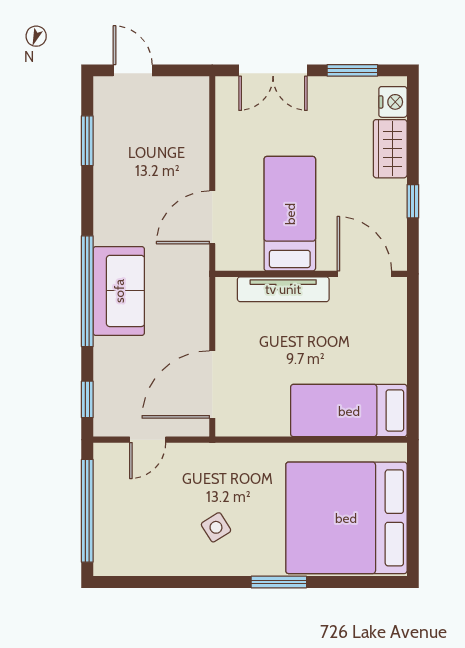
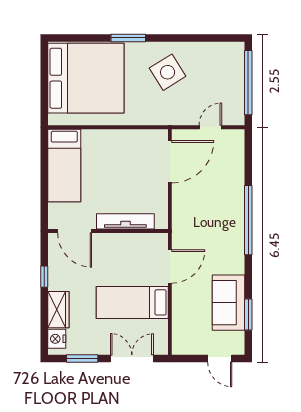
bed: (290, 214) -> (132, 302), moved, turned 90
sofa: (119, 291) -> (228, 303), moved
window: (87, 399) -> (248, 152), removed
bed: (349, 411) -> (64, 166), moved, turned 90
side table: (216, 527) -> (168, 72), width x1.87, depth x1.87

